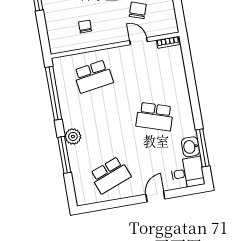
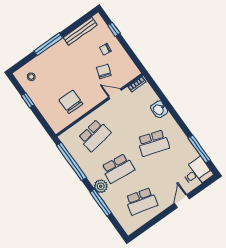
chair: (85, 27) -> (71, 102), width x1.87, depth x1.87
school desk: (102, 126) -> (118, 168), added
washbasin: (190, 147) -> (159, 109), moved
school desk: (110, 175) -> (141, 201), turned 36

